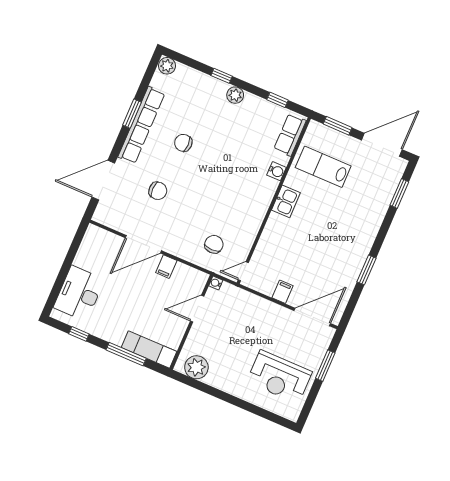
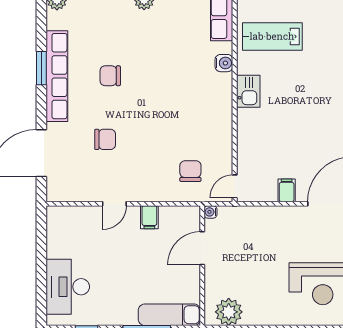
door: (143, 244) -> (114, 204), width x0.53

